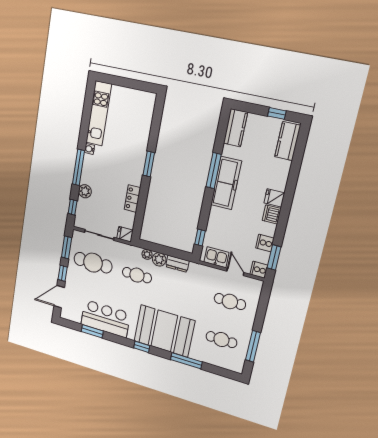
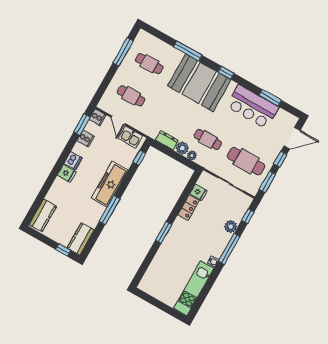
window: (277, 113) -> (63, 250), moved
freezer: (226, 183) -> (110, 184), moved
fridge: (125, 234) -> (199, 192), moved

